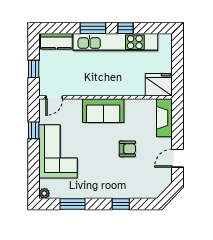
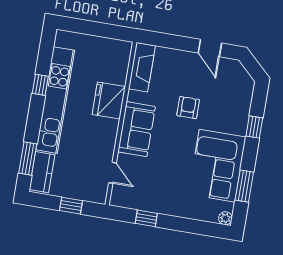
window: (93, 28) -> (28, 158), moved
fridge: (159, 85) -> (109, 101), moved
door: (54, 97) -> (112, 173), moved
fireplace: (164, 118) -> (142, 67), moved, turned -90
corner sofa: (58, 151) -> (217, 166), moved, turned -90

